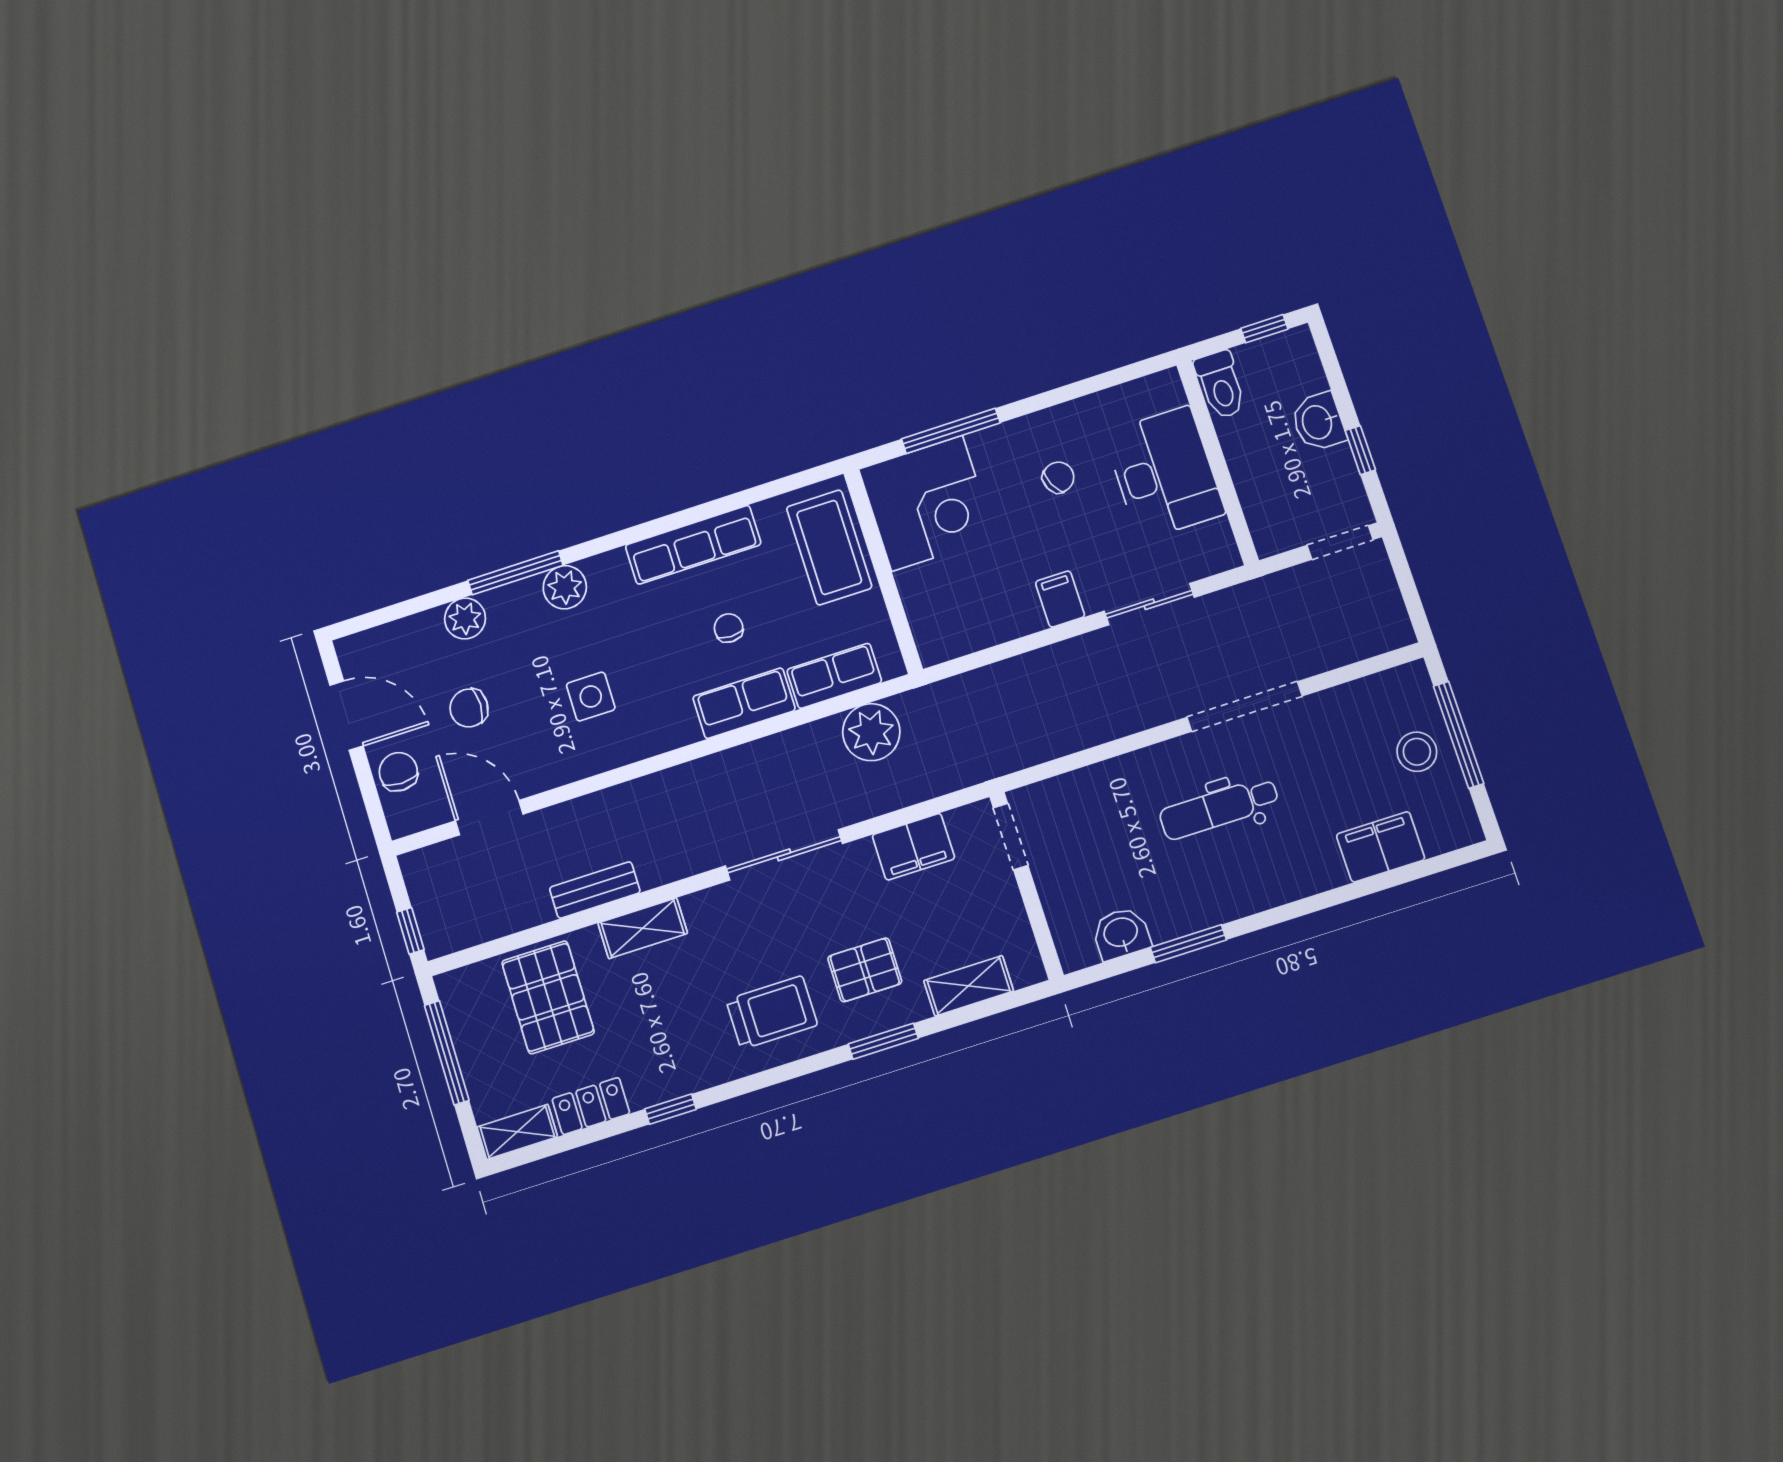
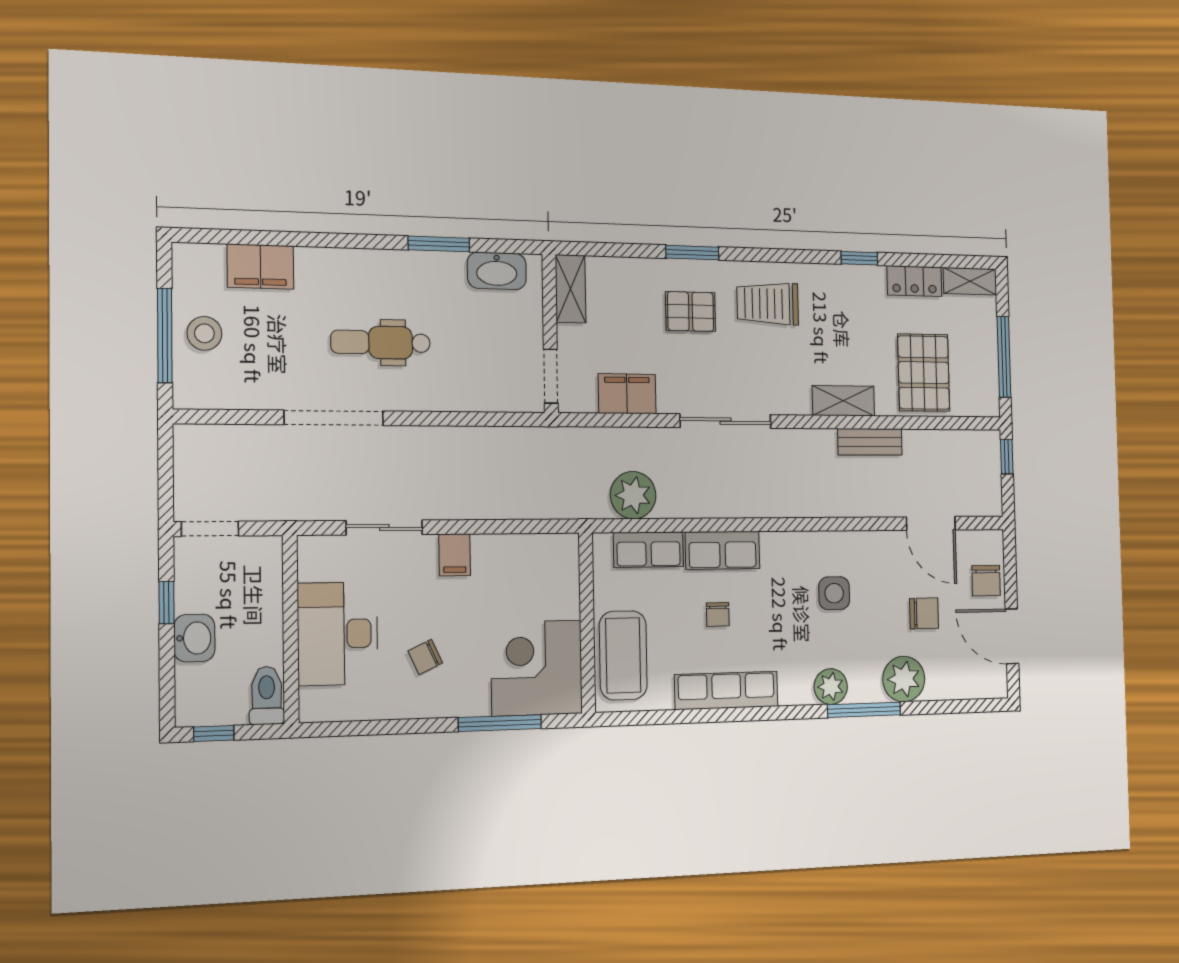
plant: (465, 619) -> (904, 679), width x1.36, depth x1.36
dental chair: (1219, 808) -> (381, 342), turned 180
washbasin: (1121, 933) -> (497, 271), width x1.38
shelving: (969, 986) -> (570, 289), moved, turned 90

